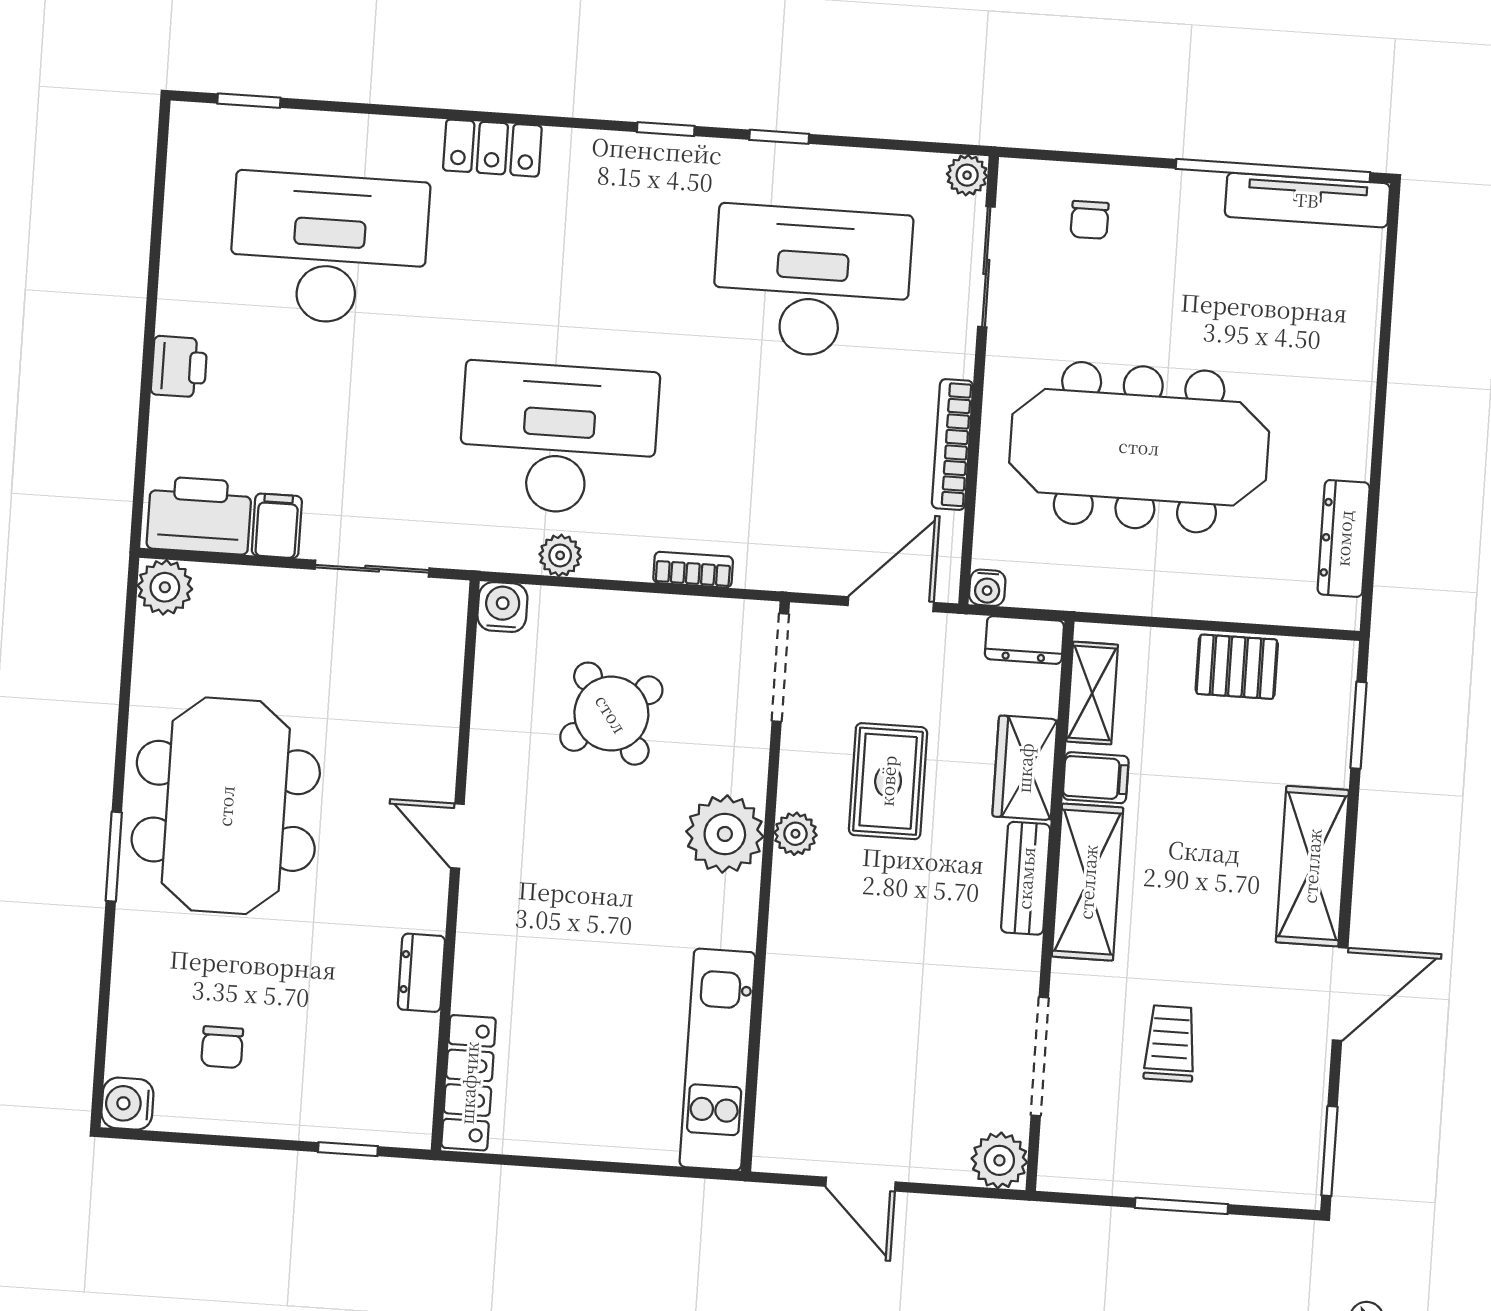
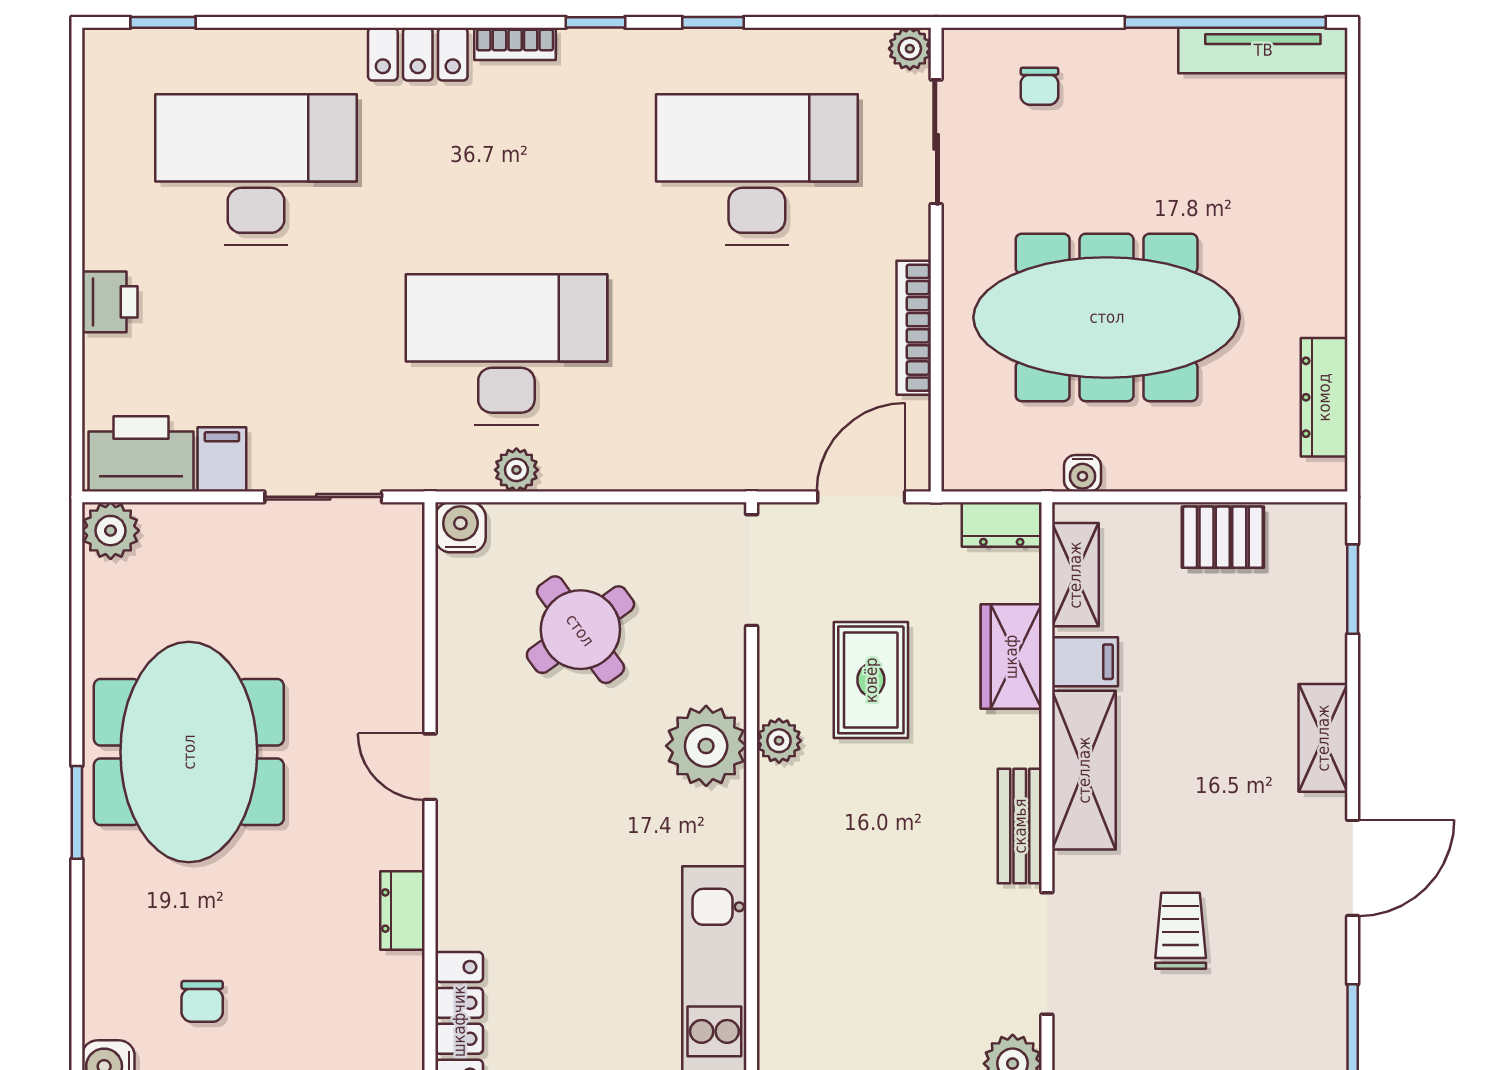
bookcase: (693, 570) -> (515, 44), moved, turned 180
water cooler: (987, 588) -> (1083, 473), moved
shelving: (1312, 866) -> (1323, 738), width x0.67, depth x0.75
bench: (1026, 878) -> (1020, 826), moved

